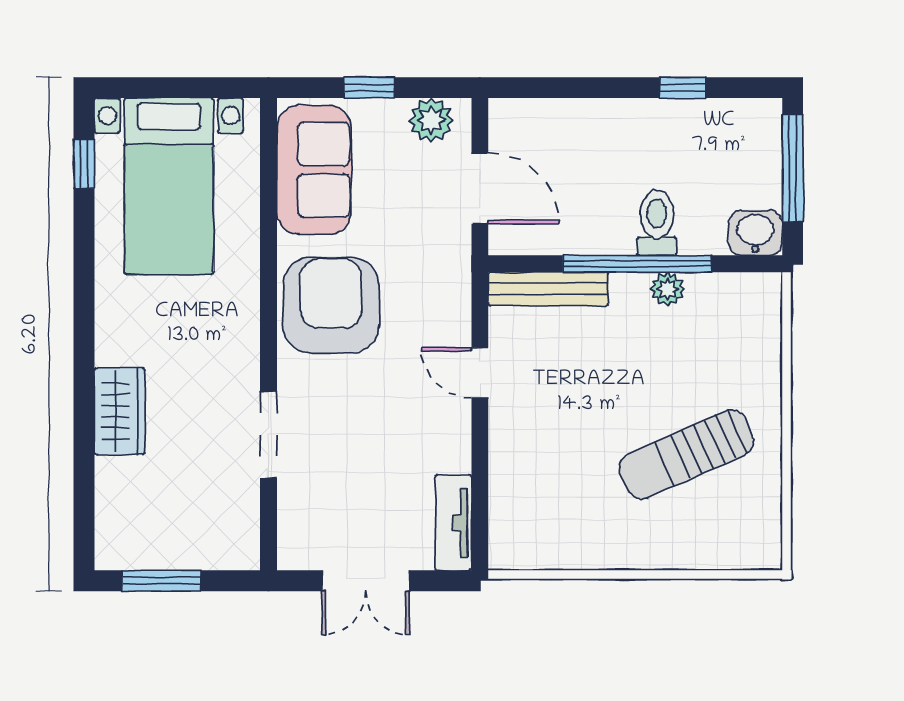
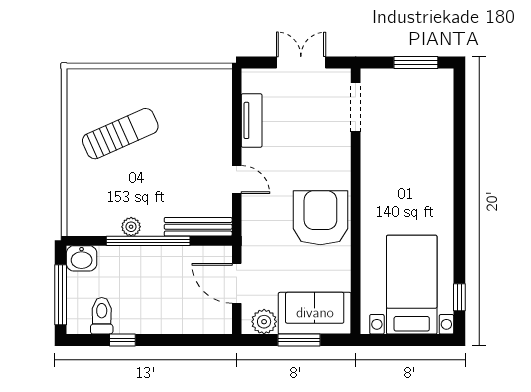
window: (369, 88) -> (299, 340), width x1.50
sofa: (314, 170) -> (315, 313), moved, turned 90
toilet: (657, 223) -> (102, 316), moved, turned 180
armchair: (331, 305) -> (320, 218), turned 180
wardrobe: (120, 411) -> (439, 158), removed
doorway: (268, 435) -> (356, 107), moved
tv unit: (453, 523) -> (252, 120), moved

